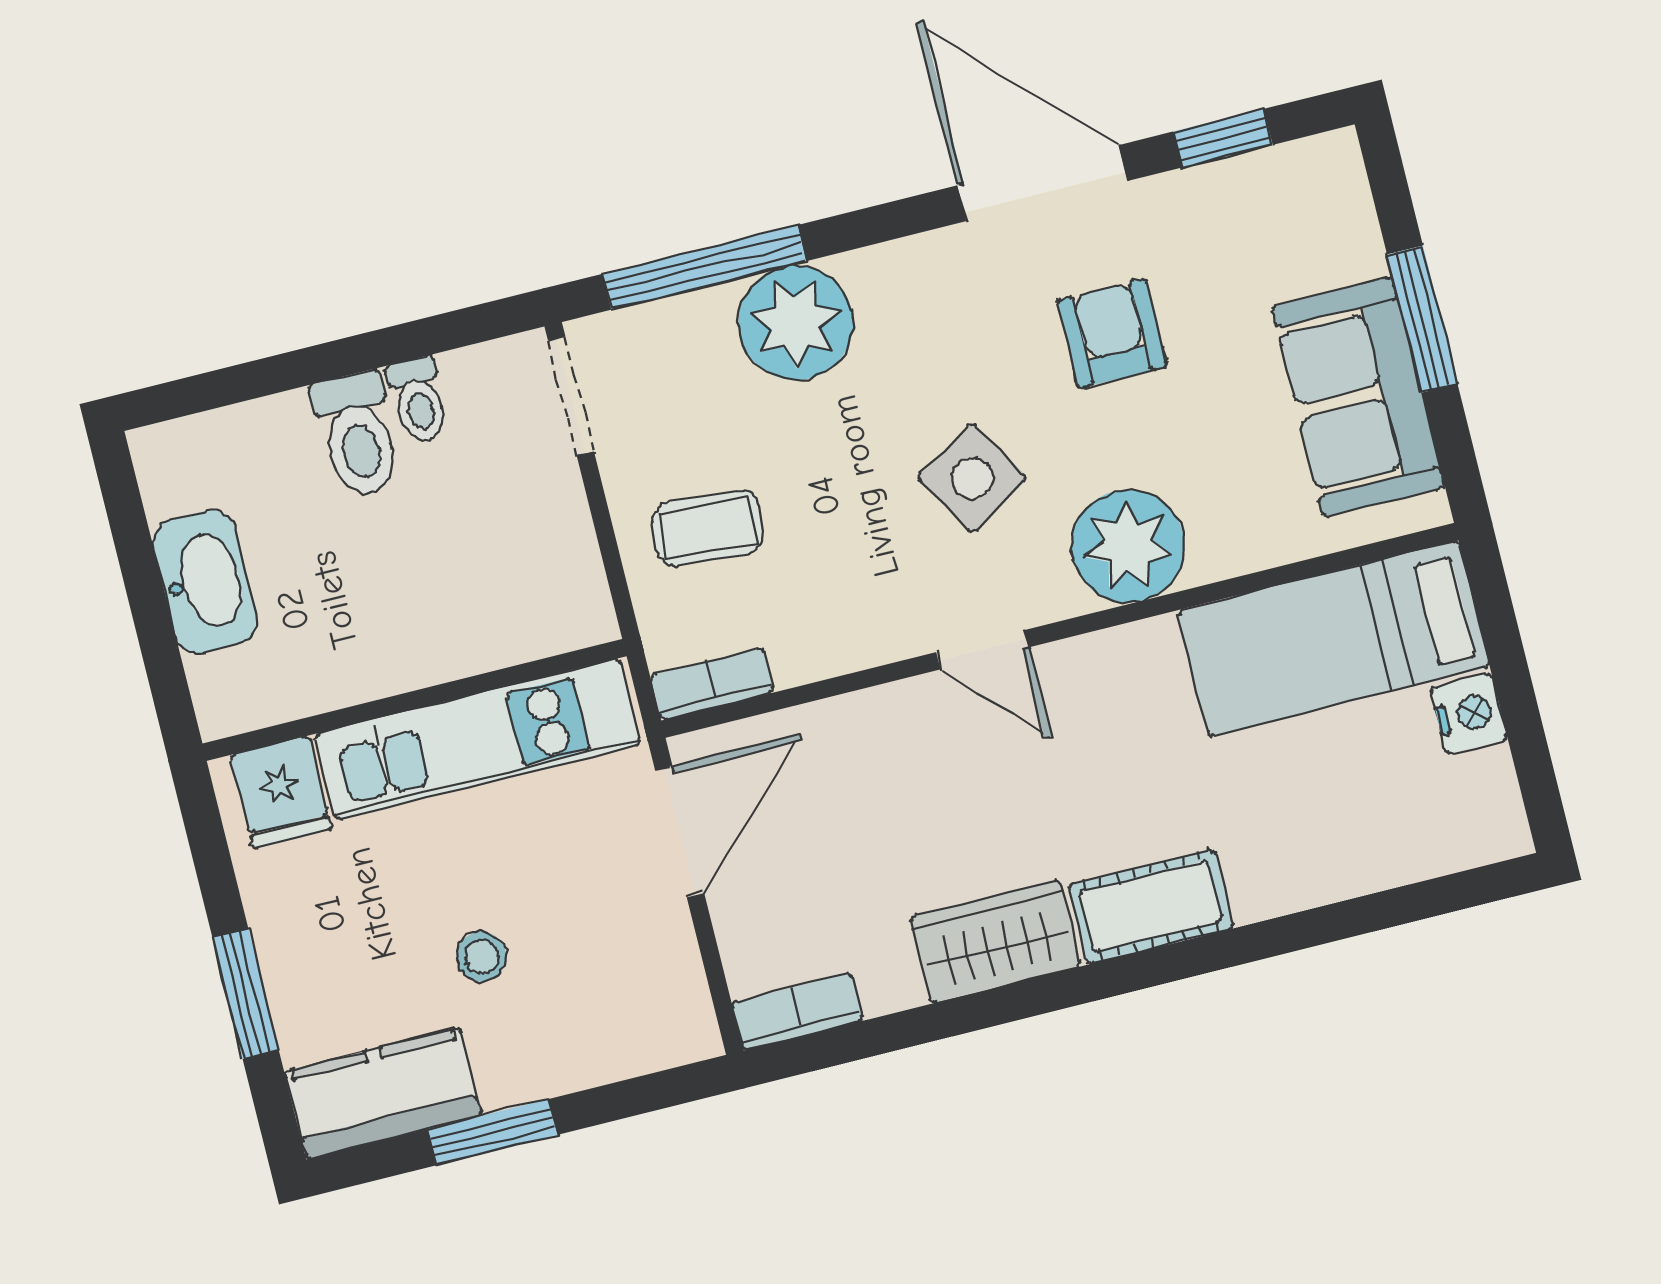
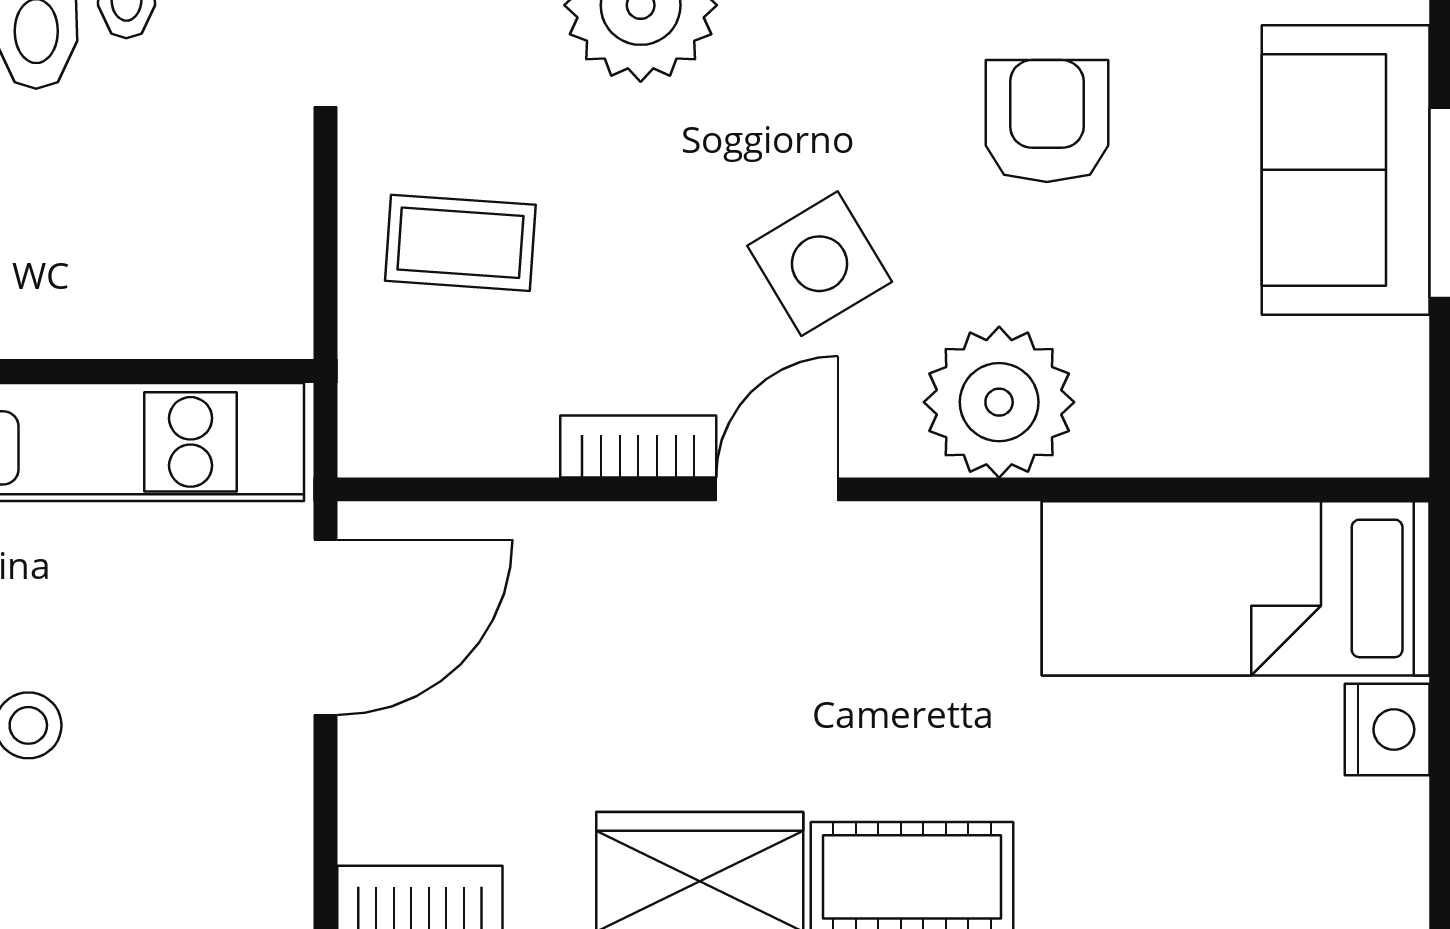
sofa: (1358, 397) -> (1346, 170), moved
door: (982, 650) -> (777, 489), swing flipped
bookcase: (712, 684) -> (638, 446), moved

